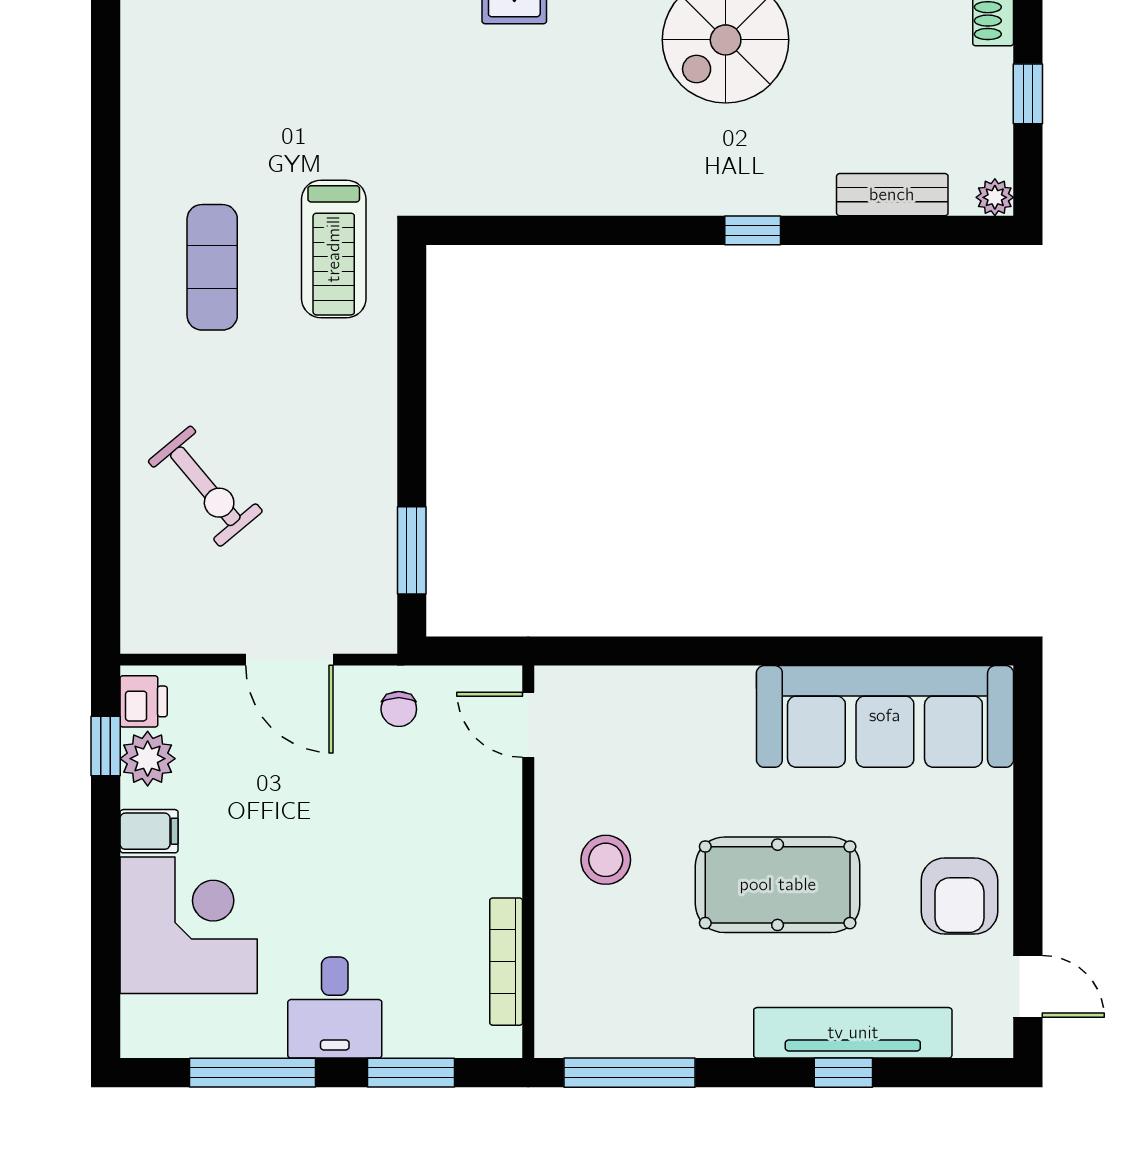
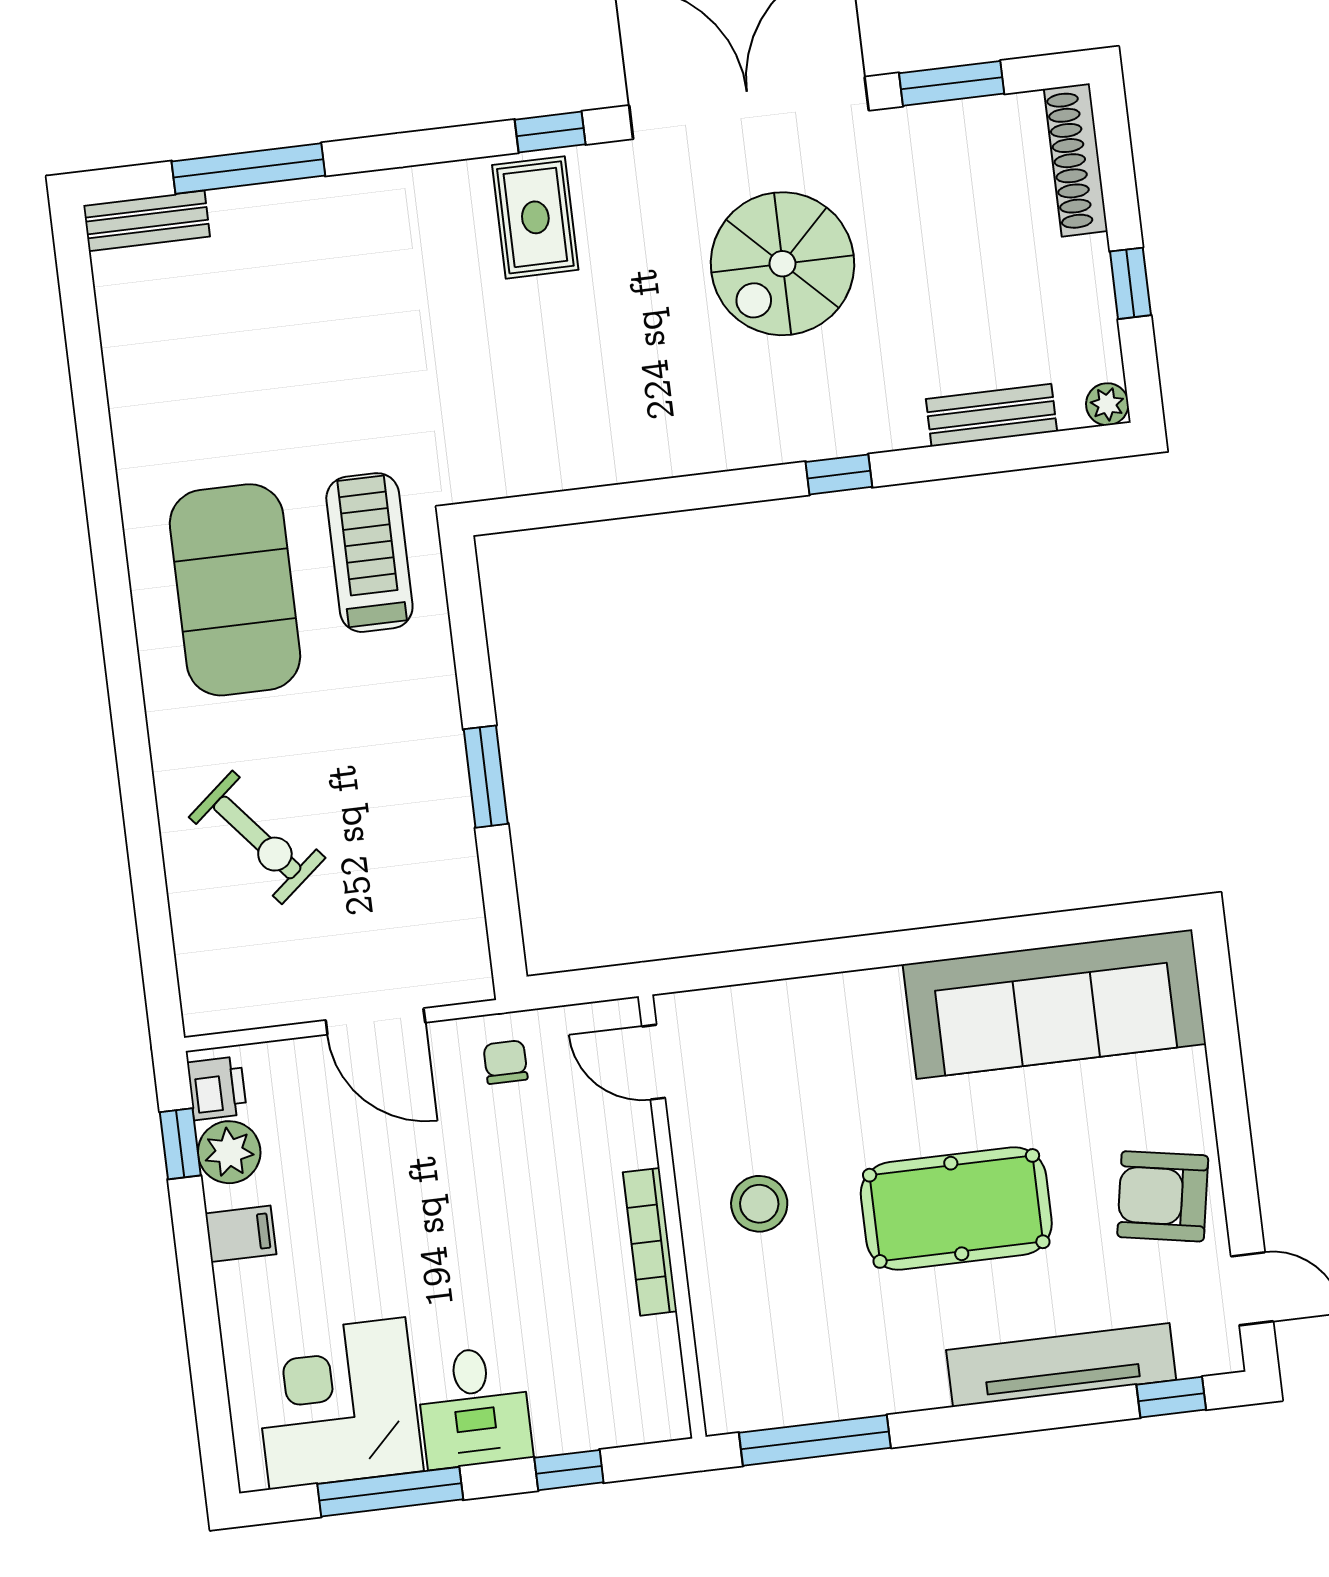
treadmill: (334, 249) -> (369, 553), turned 180
exercise mat: (212, 267) -> (235, 590), width x2.00, depth x1.45
window: (412, 550) -> (486, 777), moved
chair: (399, 709) -> (506, 1062), turned 180
armchair: (959, 896) -> (1163, 1196), turned 100
corner desk: (189, 925) -> (337, 1403), moved, turned -90
bookcase: (506, 962) -> (650, 1242), moved
window: (411, 1073) -> (569, 1470), width x0.67
window: (843, 1073) -> (1171, 1397), moved

